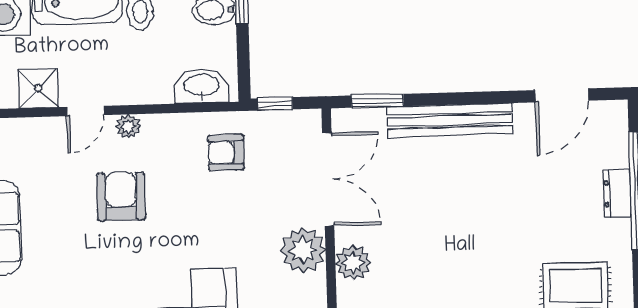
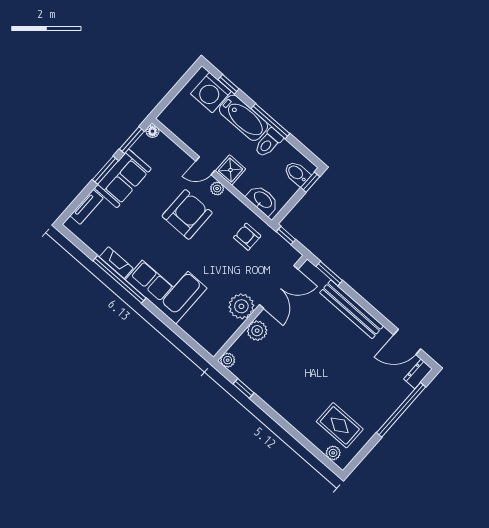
shower: (38, 88) -> (231, 170), moved
dresser: (617, 194) -> (418, 374), moved
armchair: (121, 196) -> (187, 214), width x1.36, depth x1.36

